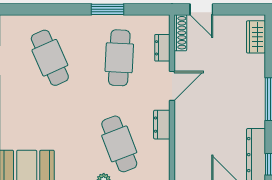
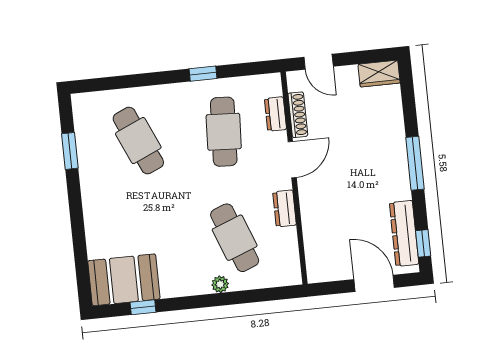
window: (107, 9) -> (203, 74), width x0.67
shoe rack: (180, 33) -> (298, 115), moved
wardrobe: (256, 37) -> (379, 74), moved, turned -90

